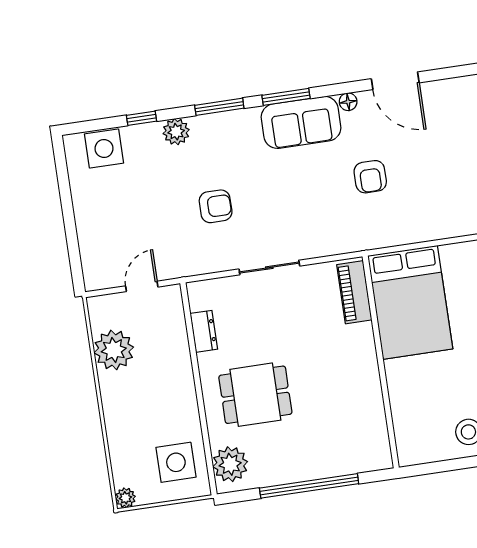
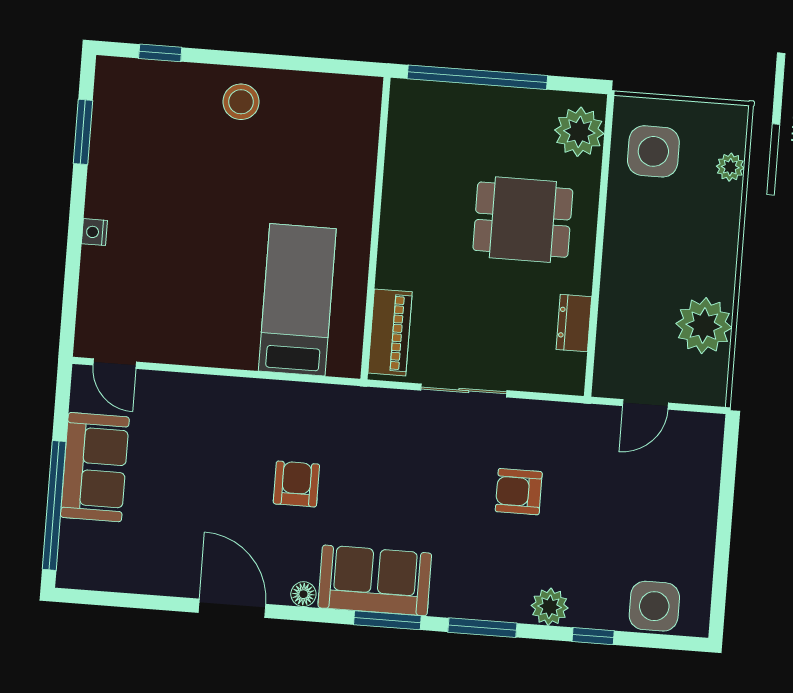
piano: (354, 292) -> (390, 332), moved
bed: (410, 302) -> (297, 300), width x0.67
wall: (381, 362) -> (376, 228), moved
plant: (125, 498) -> (730, 167), moved

